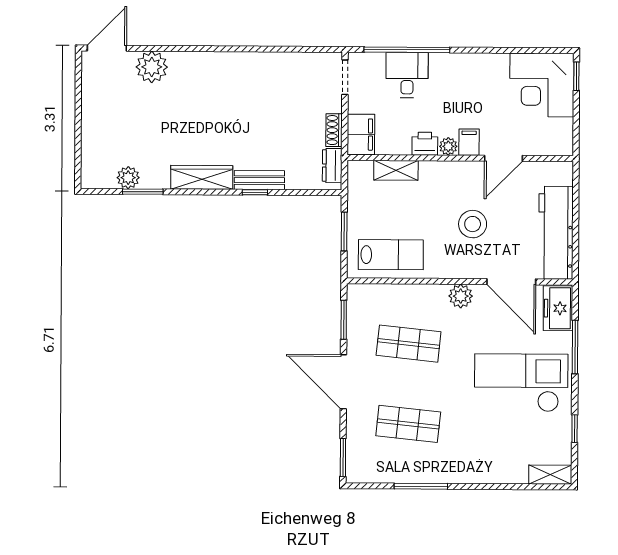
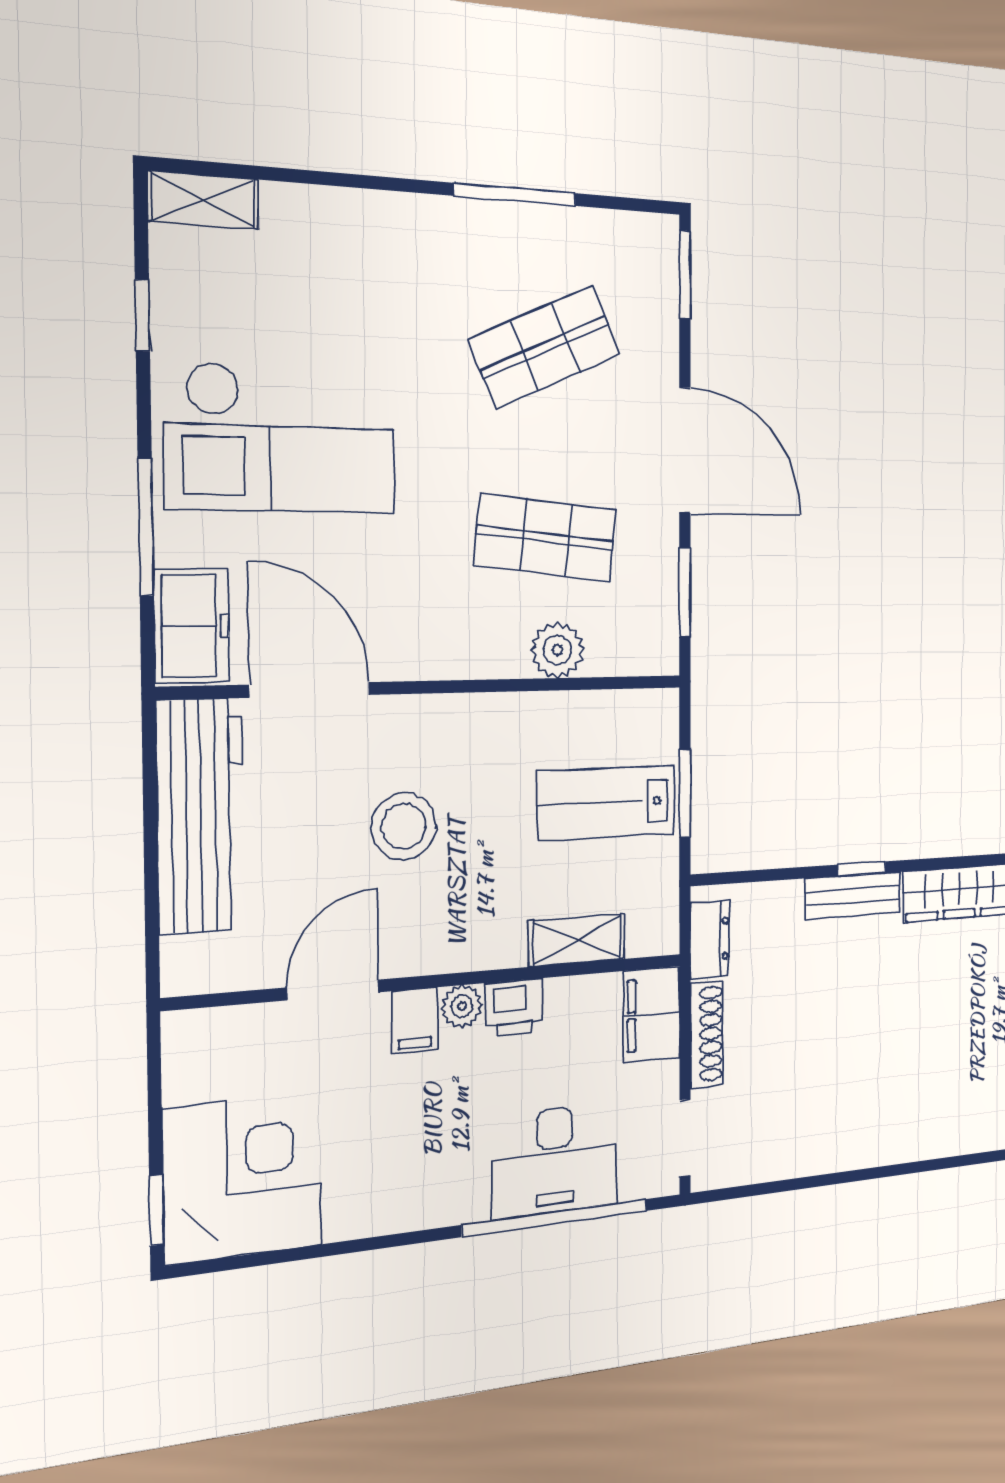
desk: (407, 75) -> (555, 1160), width x1.37
shoe rack: (334, 130) -> (707, 1034), width x1.43
lab bench: (391, 255) -> (607, 803), moved
plant: (461, 296) -> (557, 650), moved
shop shelf: (408, 424) -> (545, 347), turned -30

